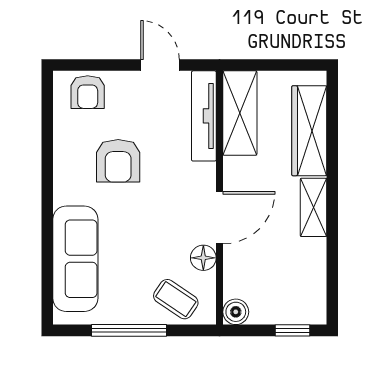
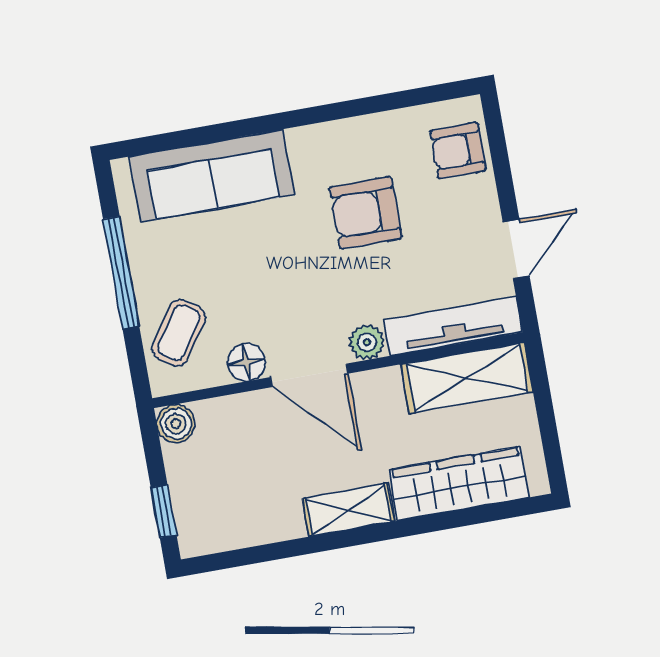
plant: (204, 175) -> (367, 342), added

